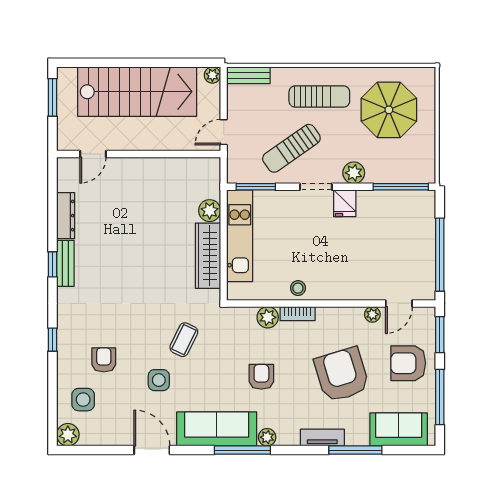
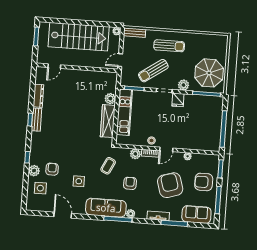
parasol: (389, 110) -> (209, 73), moved
door: (399, 304) -> (166, 149), moved
coffee table: (184, 340) -> (108, 166), moved
plant: (68, 435) -> (34, 171), moved
door: (152, 450) -> (63, 215), moved

